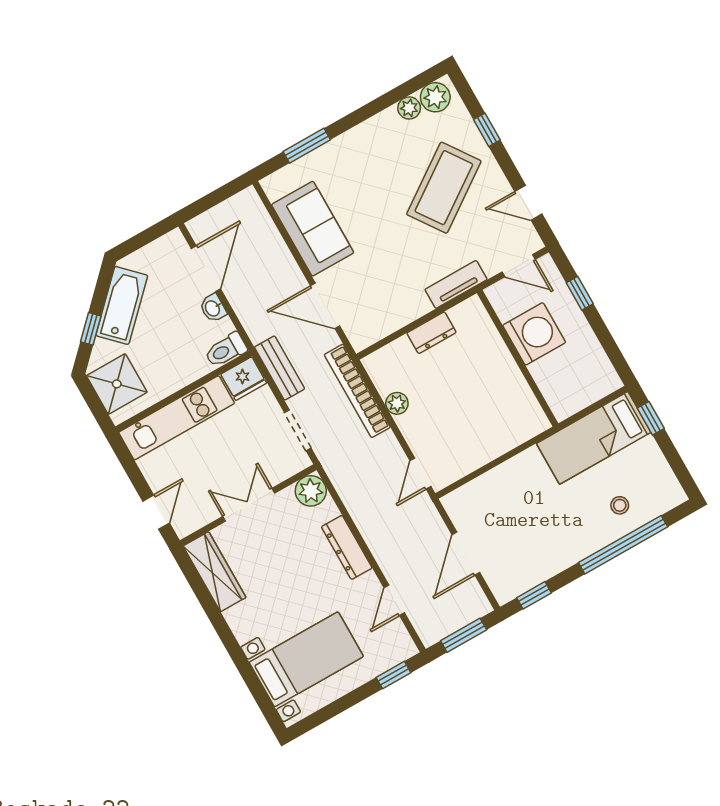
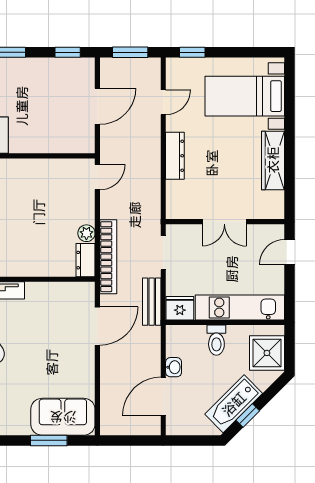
sofa: (313, 229) -> (63, 417), moved, turned 90
door: (325, 306) -> (97, 326), hinge flipped
window: (91, 329) -> (248, 415), moved
dresser: (432, 333) -> (86, 260), moved, turned -90
toilet: (226, 350) -> (216, 340), moved, turned 90
plant: (311, 491) -> (178, 207), removed
wardrobe: (215, 572) -> (273, 160), moved

